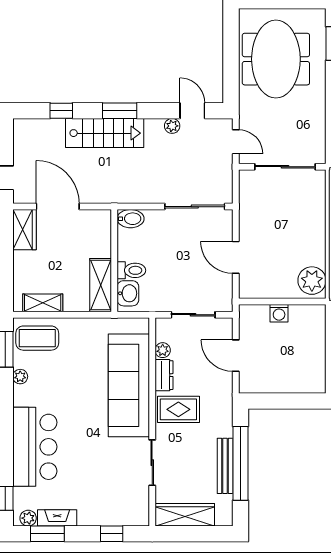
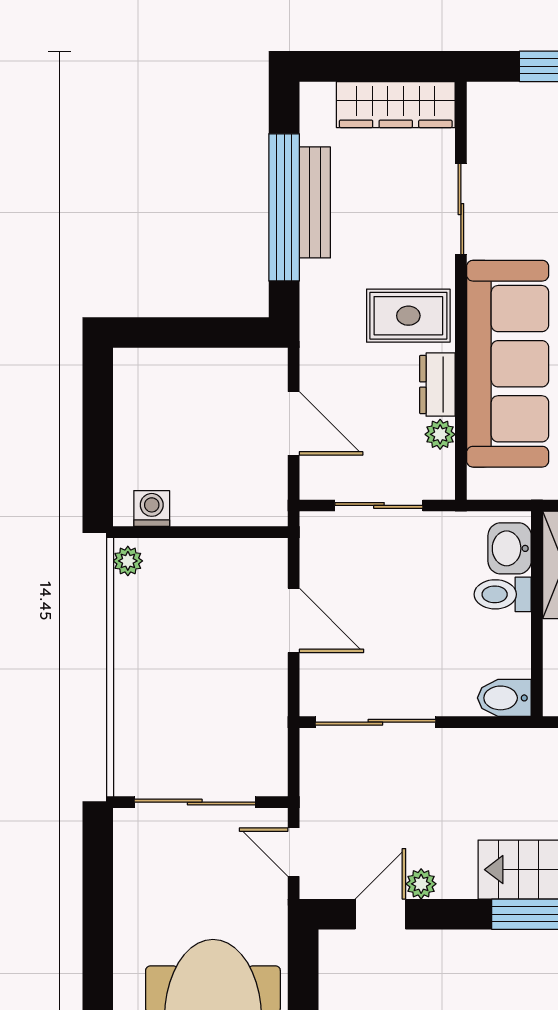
door: (192, 111) -> (380, 914), swing flipped
plant: (312, 281) -> (128, 561), width x0.53, depth x0.53
washing machine: (279, 313) -> (152, 509), moved

